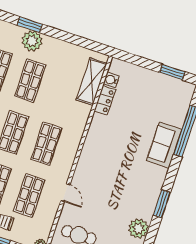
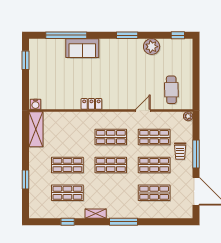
plant: (32, 41) -> (37, 174), removed
water cooler: (111, 80) -> (35, 104), moved
shelving: (92, 82) -> (36, 129), moved, turned 90
locker: (105, 100) -> (91, 104), moved

